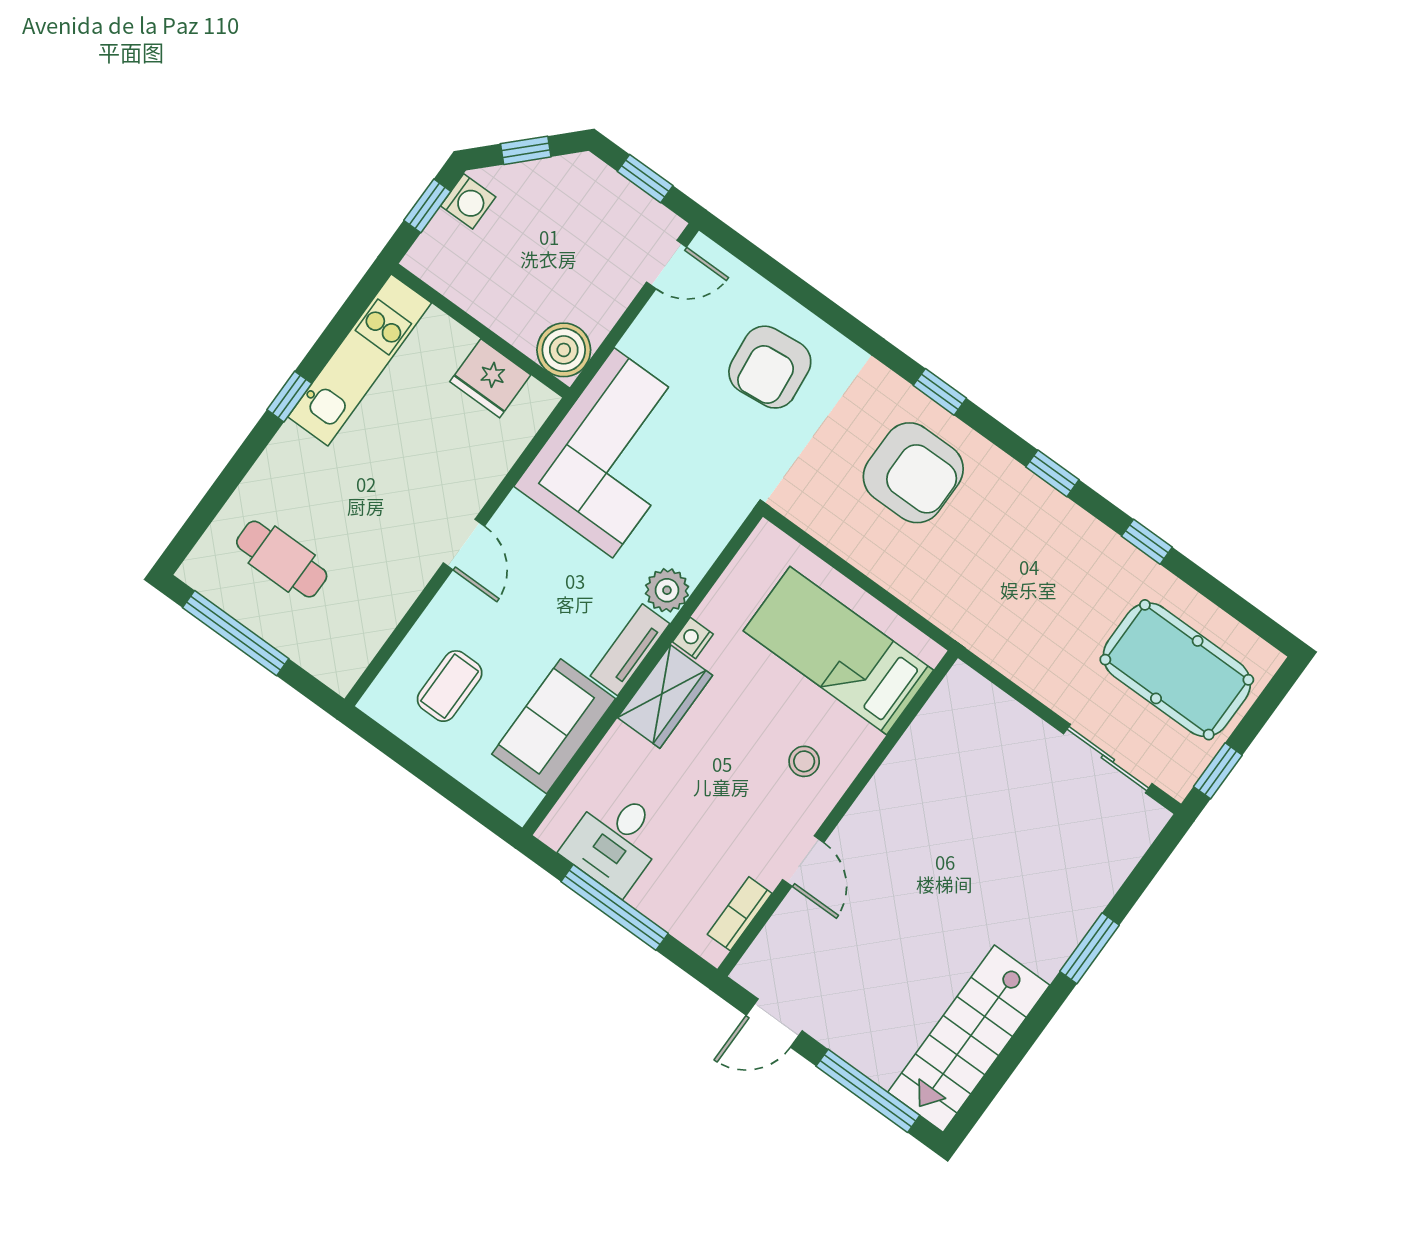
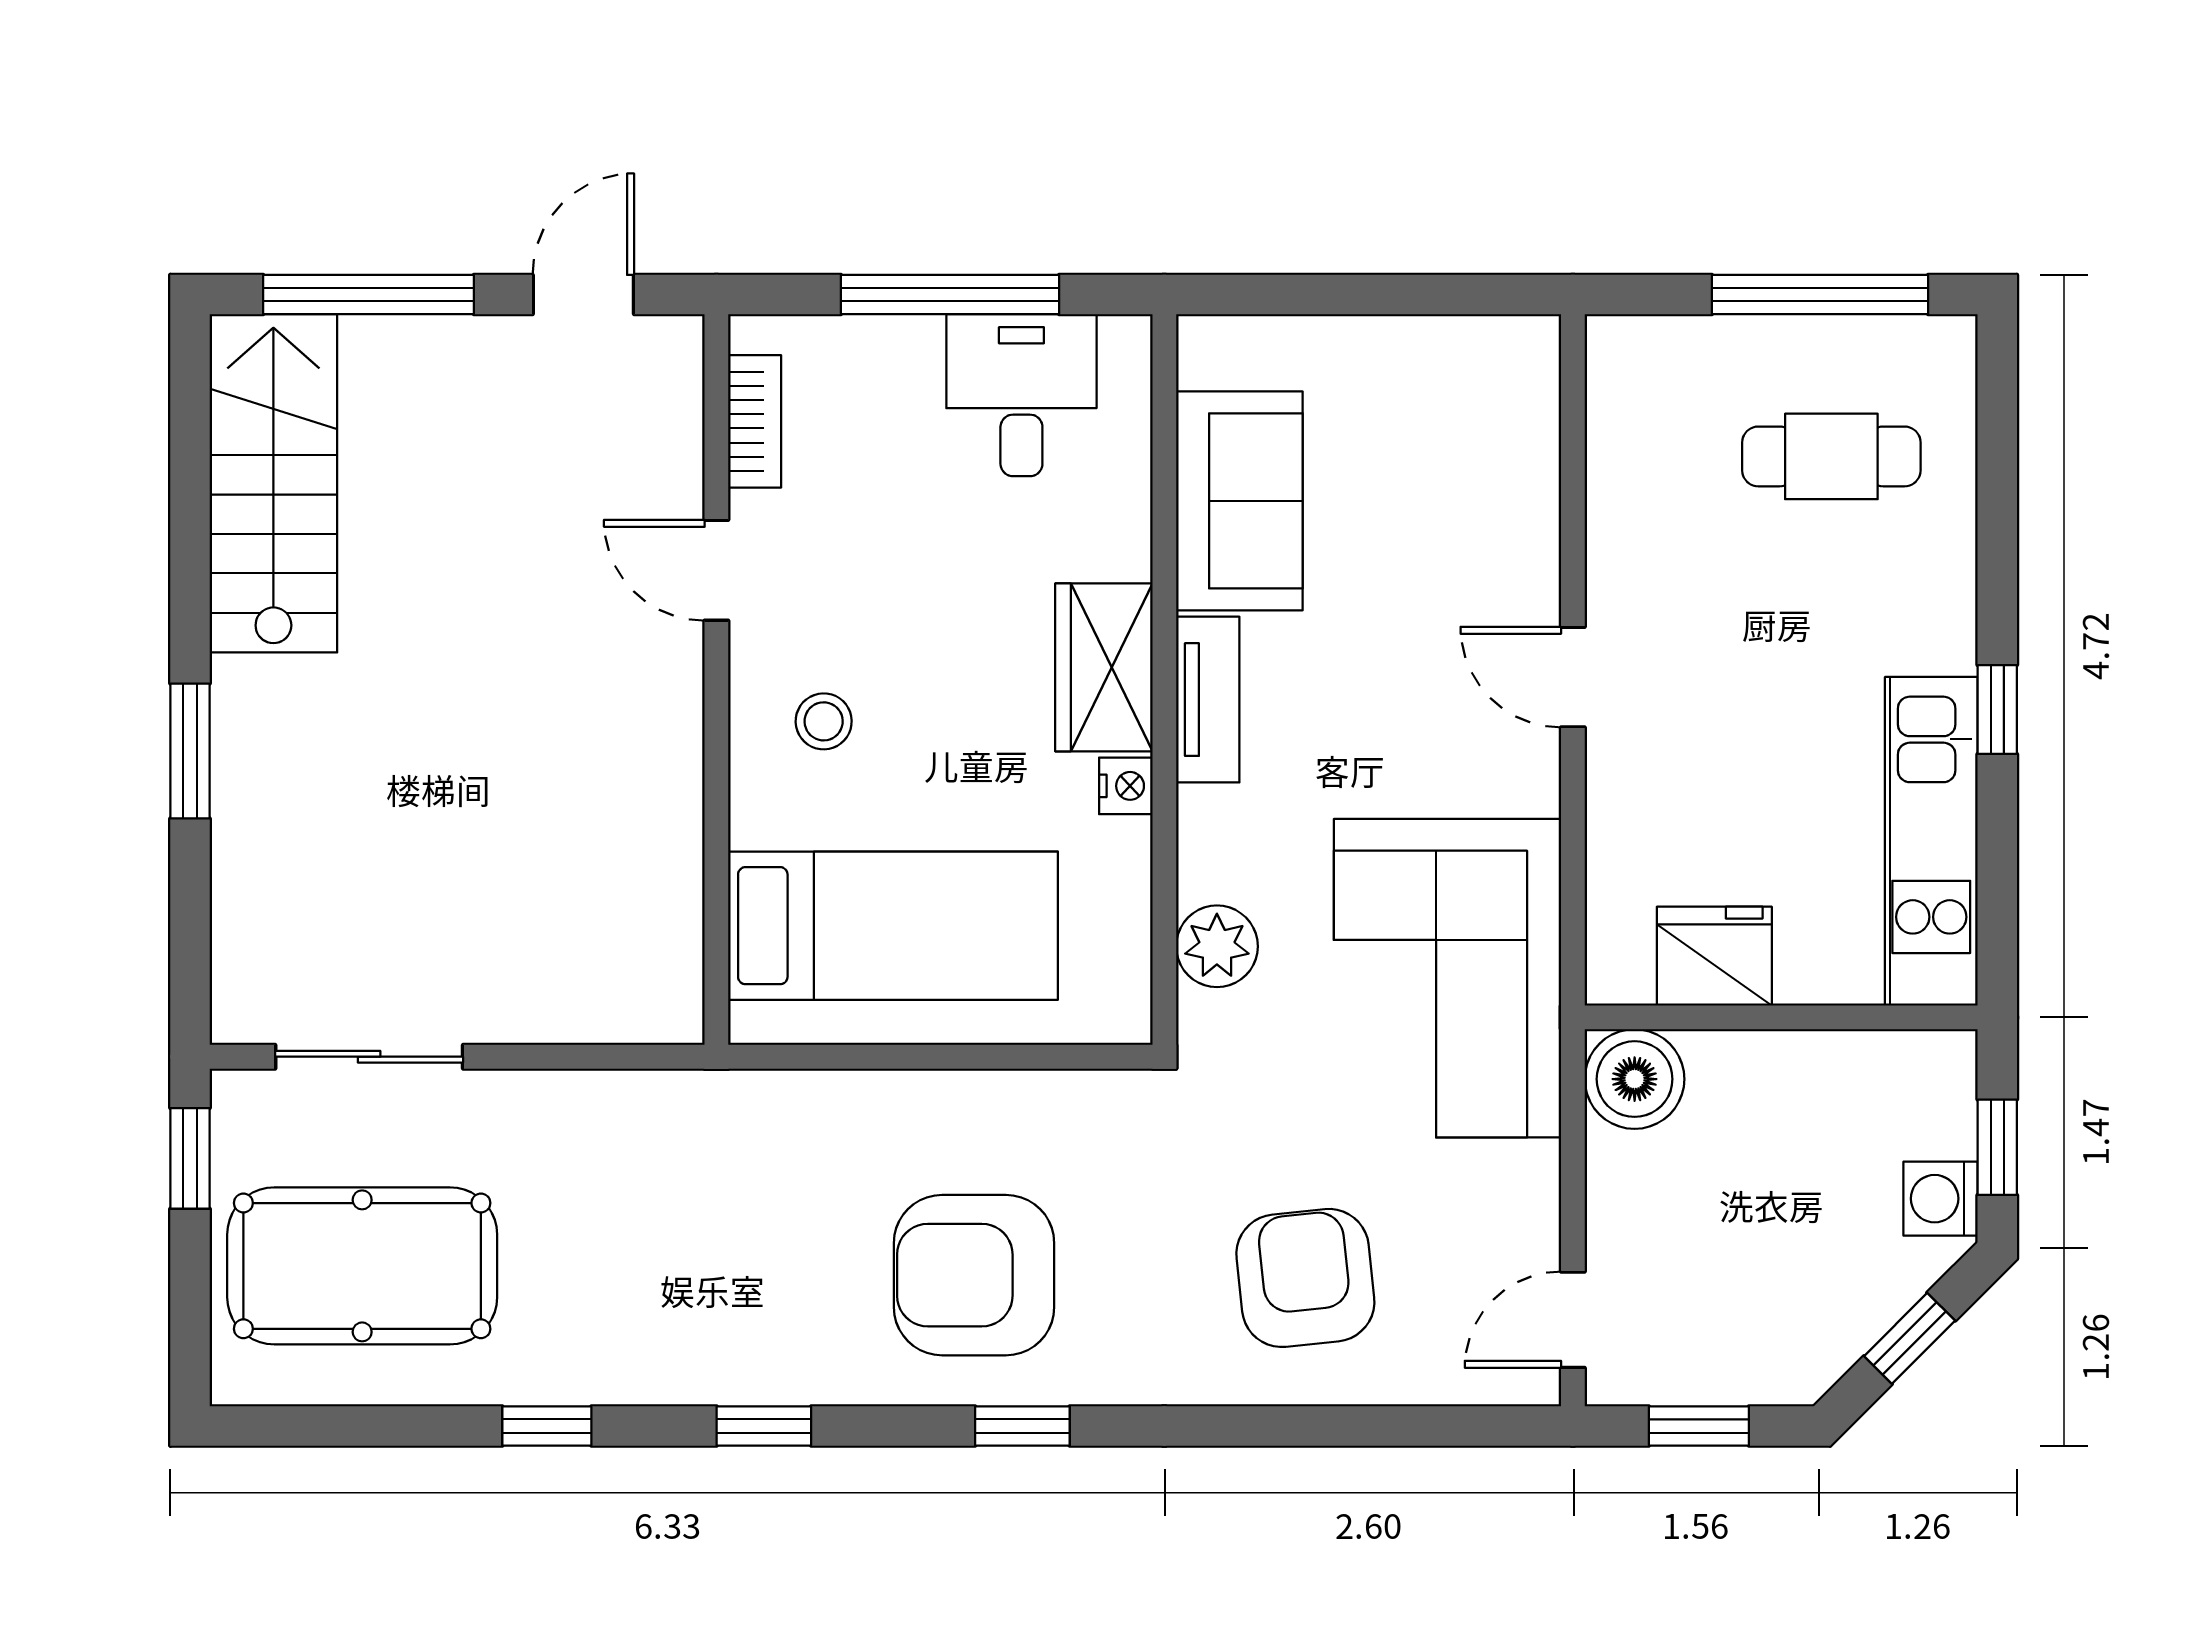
plant: (667, 590) -> (1217, 946), moved
coffee table: (450, 686) -> (1440, 448), removed

